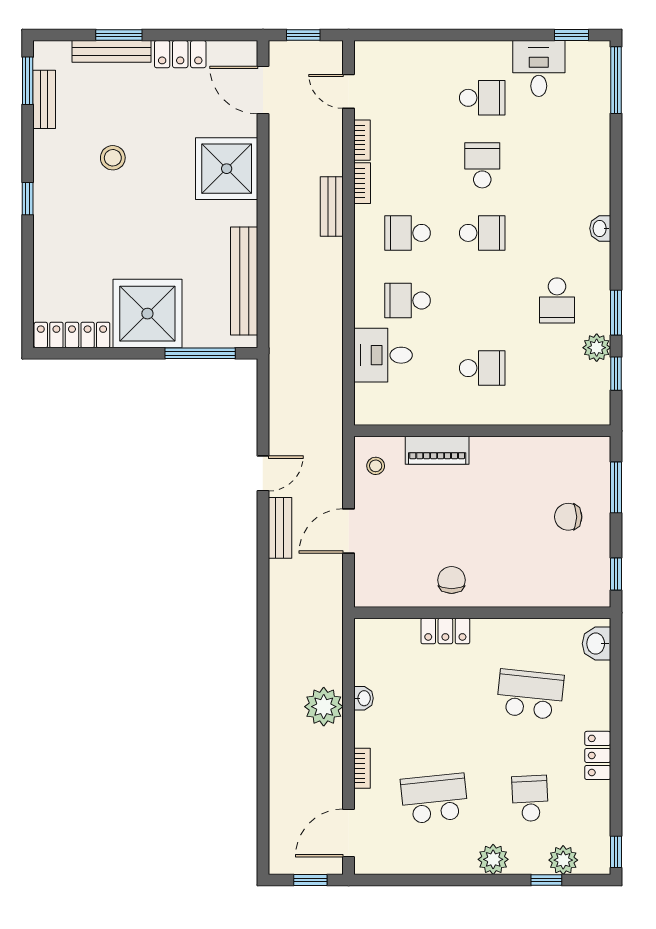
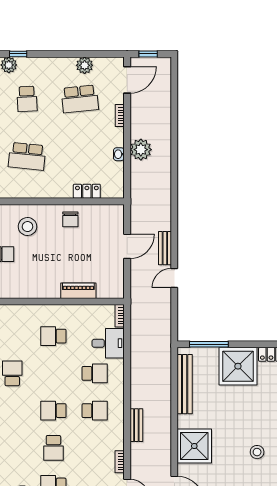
bookcase: (362, 183) -> (120, 316), moved
stool: (376, 466) -> (27, 227), moved, width x1.89, depth x1.89
locker: (445, 631) -> (87, 191), moved
plant: (493, 859) -> (85, 65), moved

